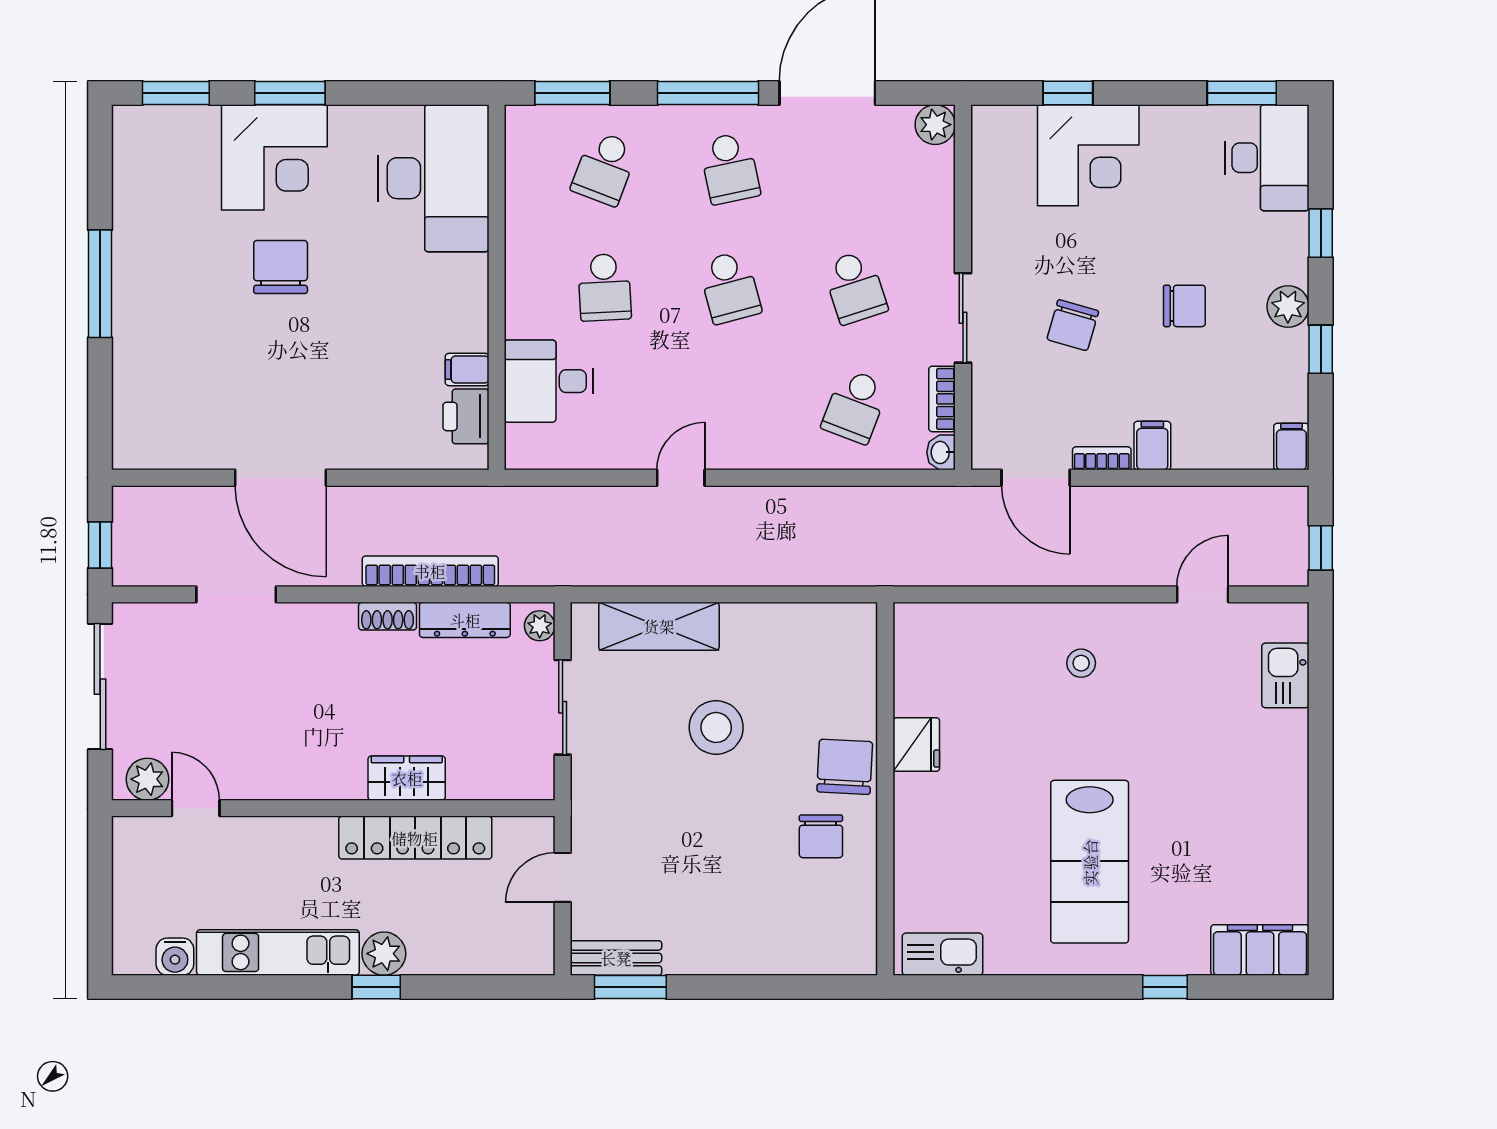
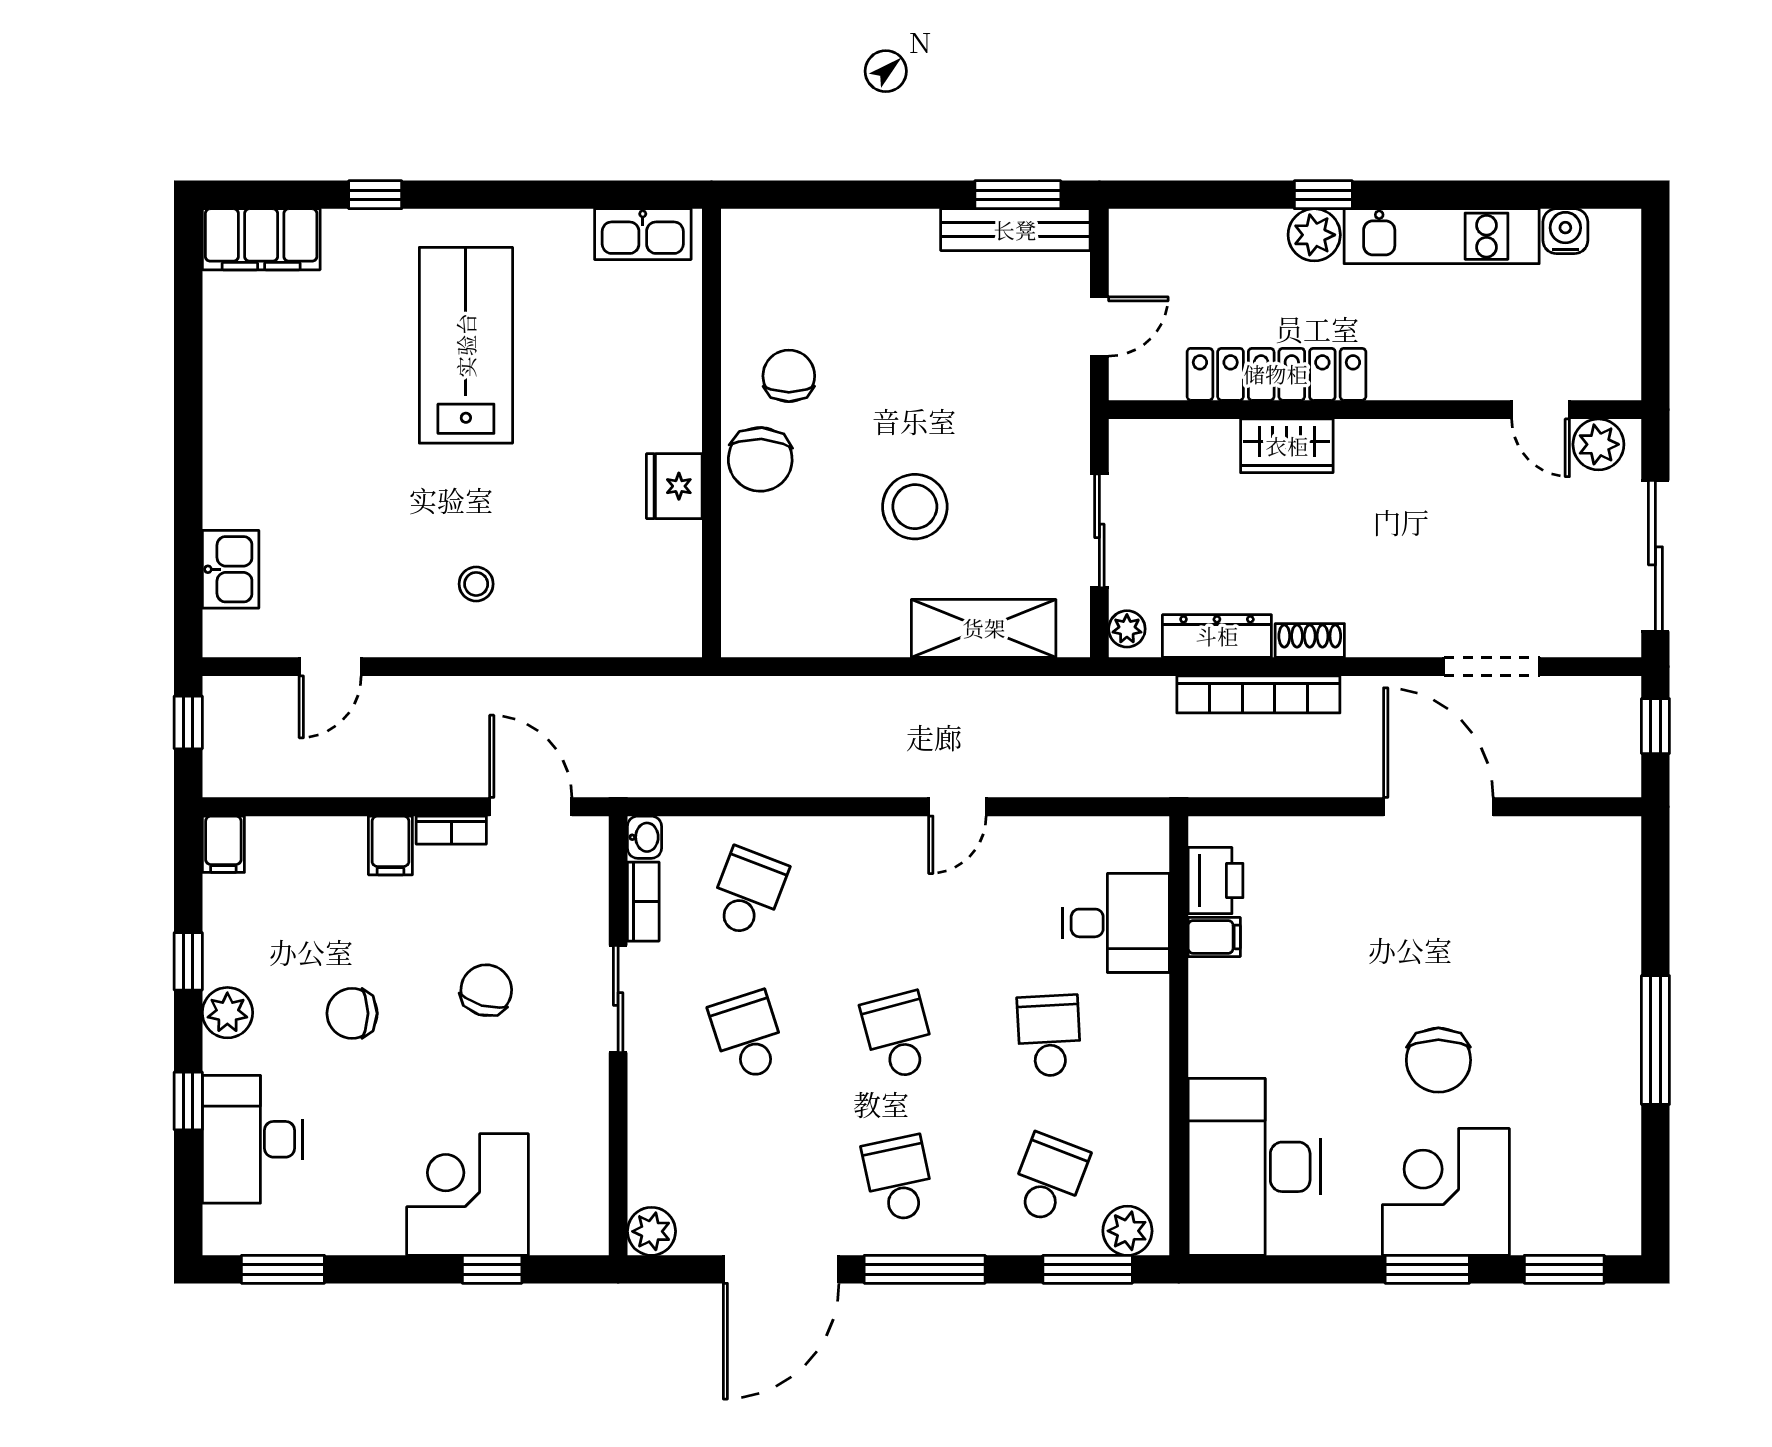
plant: (539, 125) -> (1127, 1231), added
desk: (1267, 158) -> (252, 1139), moved
bench: (616, 958) -> (1015, 230), width x1.36

